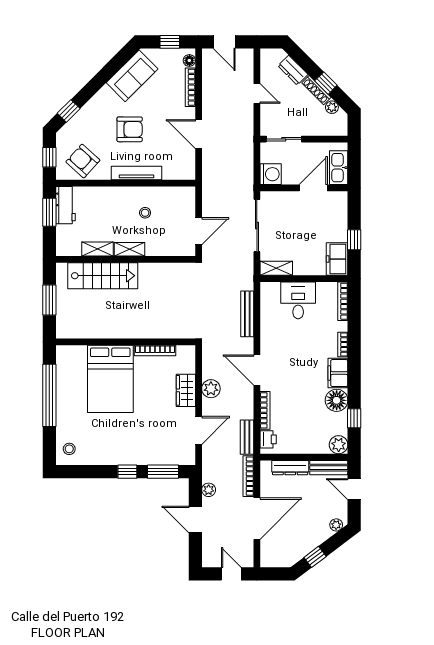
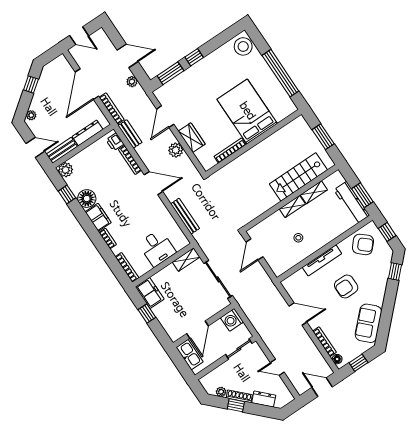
workbench: (65, 205) -> (352, 203), width x1.38
stool: (69, 449) -> (243, 46), width x1.89, depth x1.89

